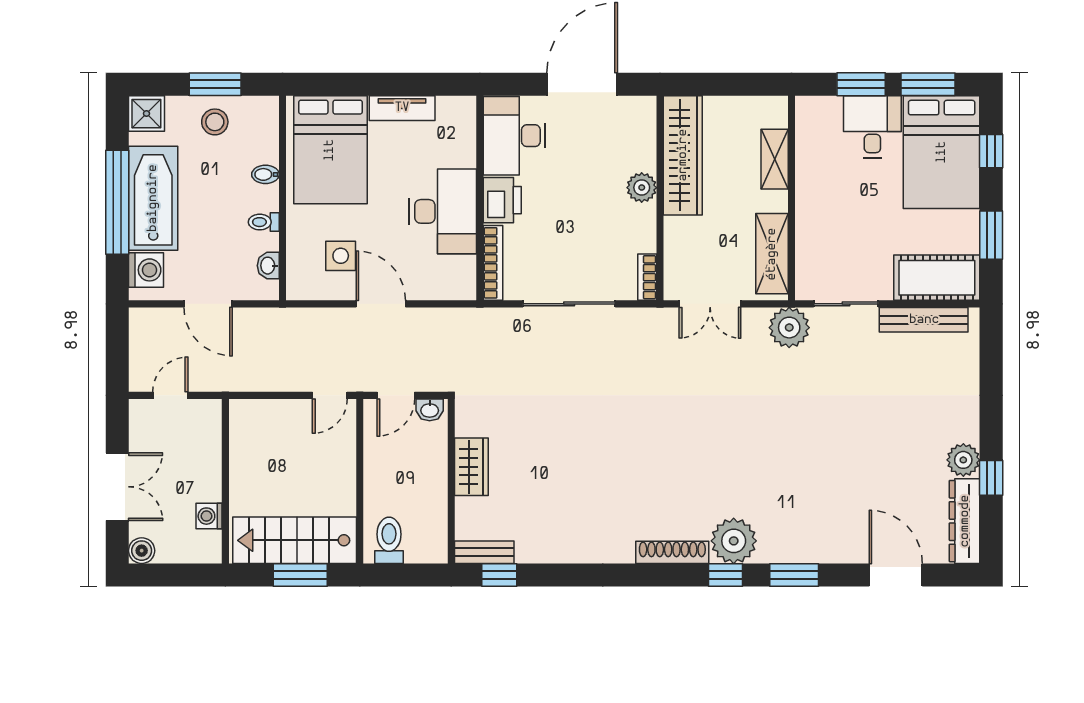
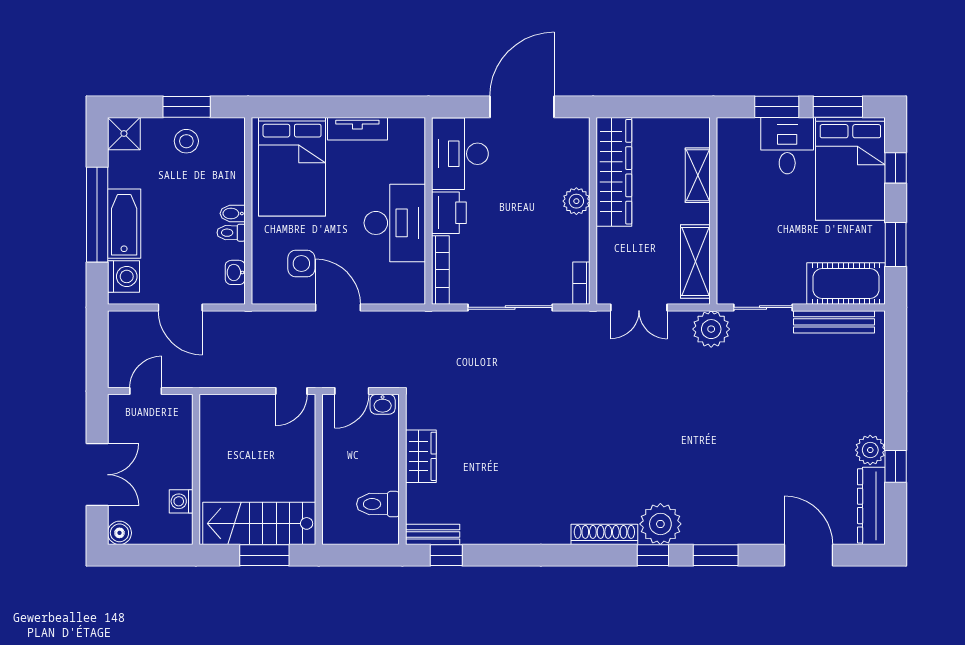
bidet: (265, 174) -> (233, 213), moved
bathtub: (153, 198) -> (124, 224), width x0.73, depth x0.73
toilet: (389, 540) -> (378, 504), moved, turned -90

